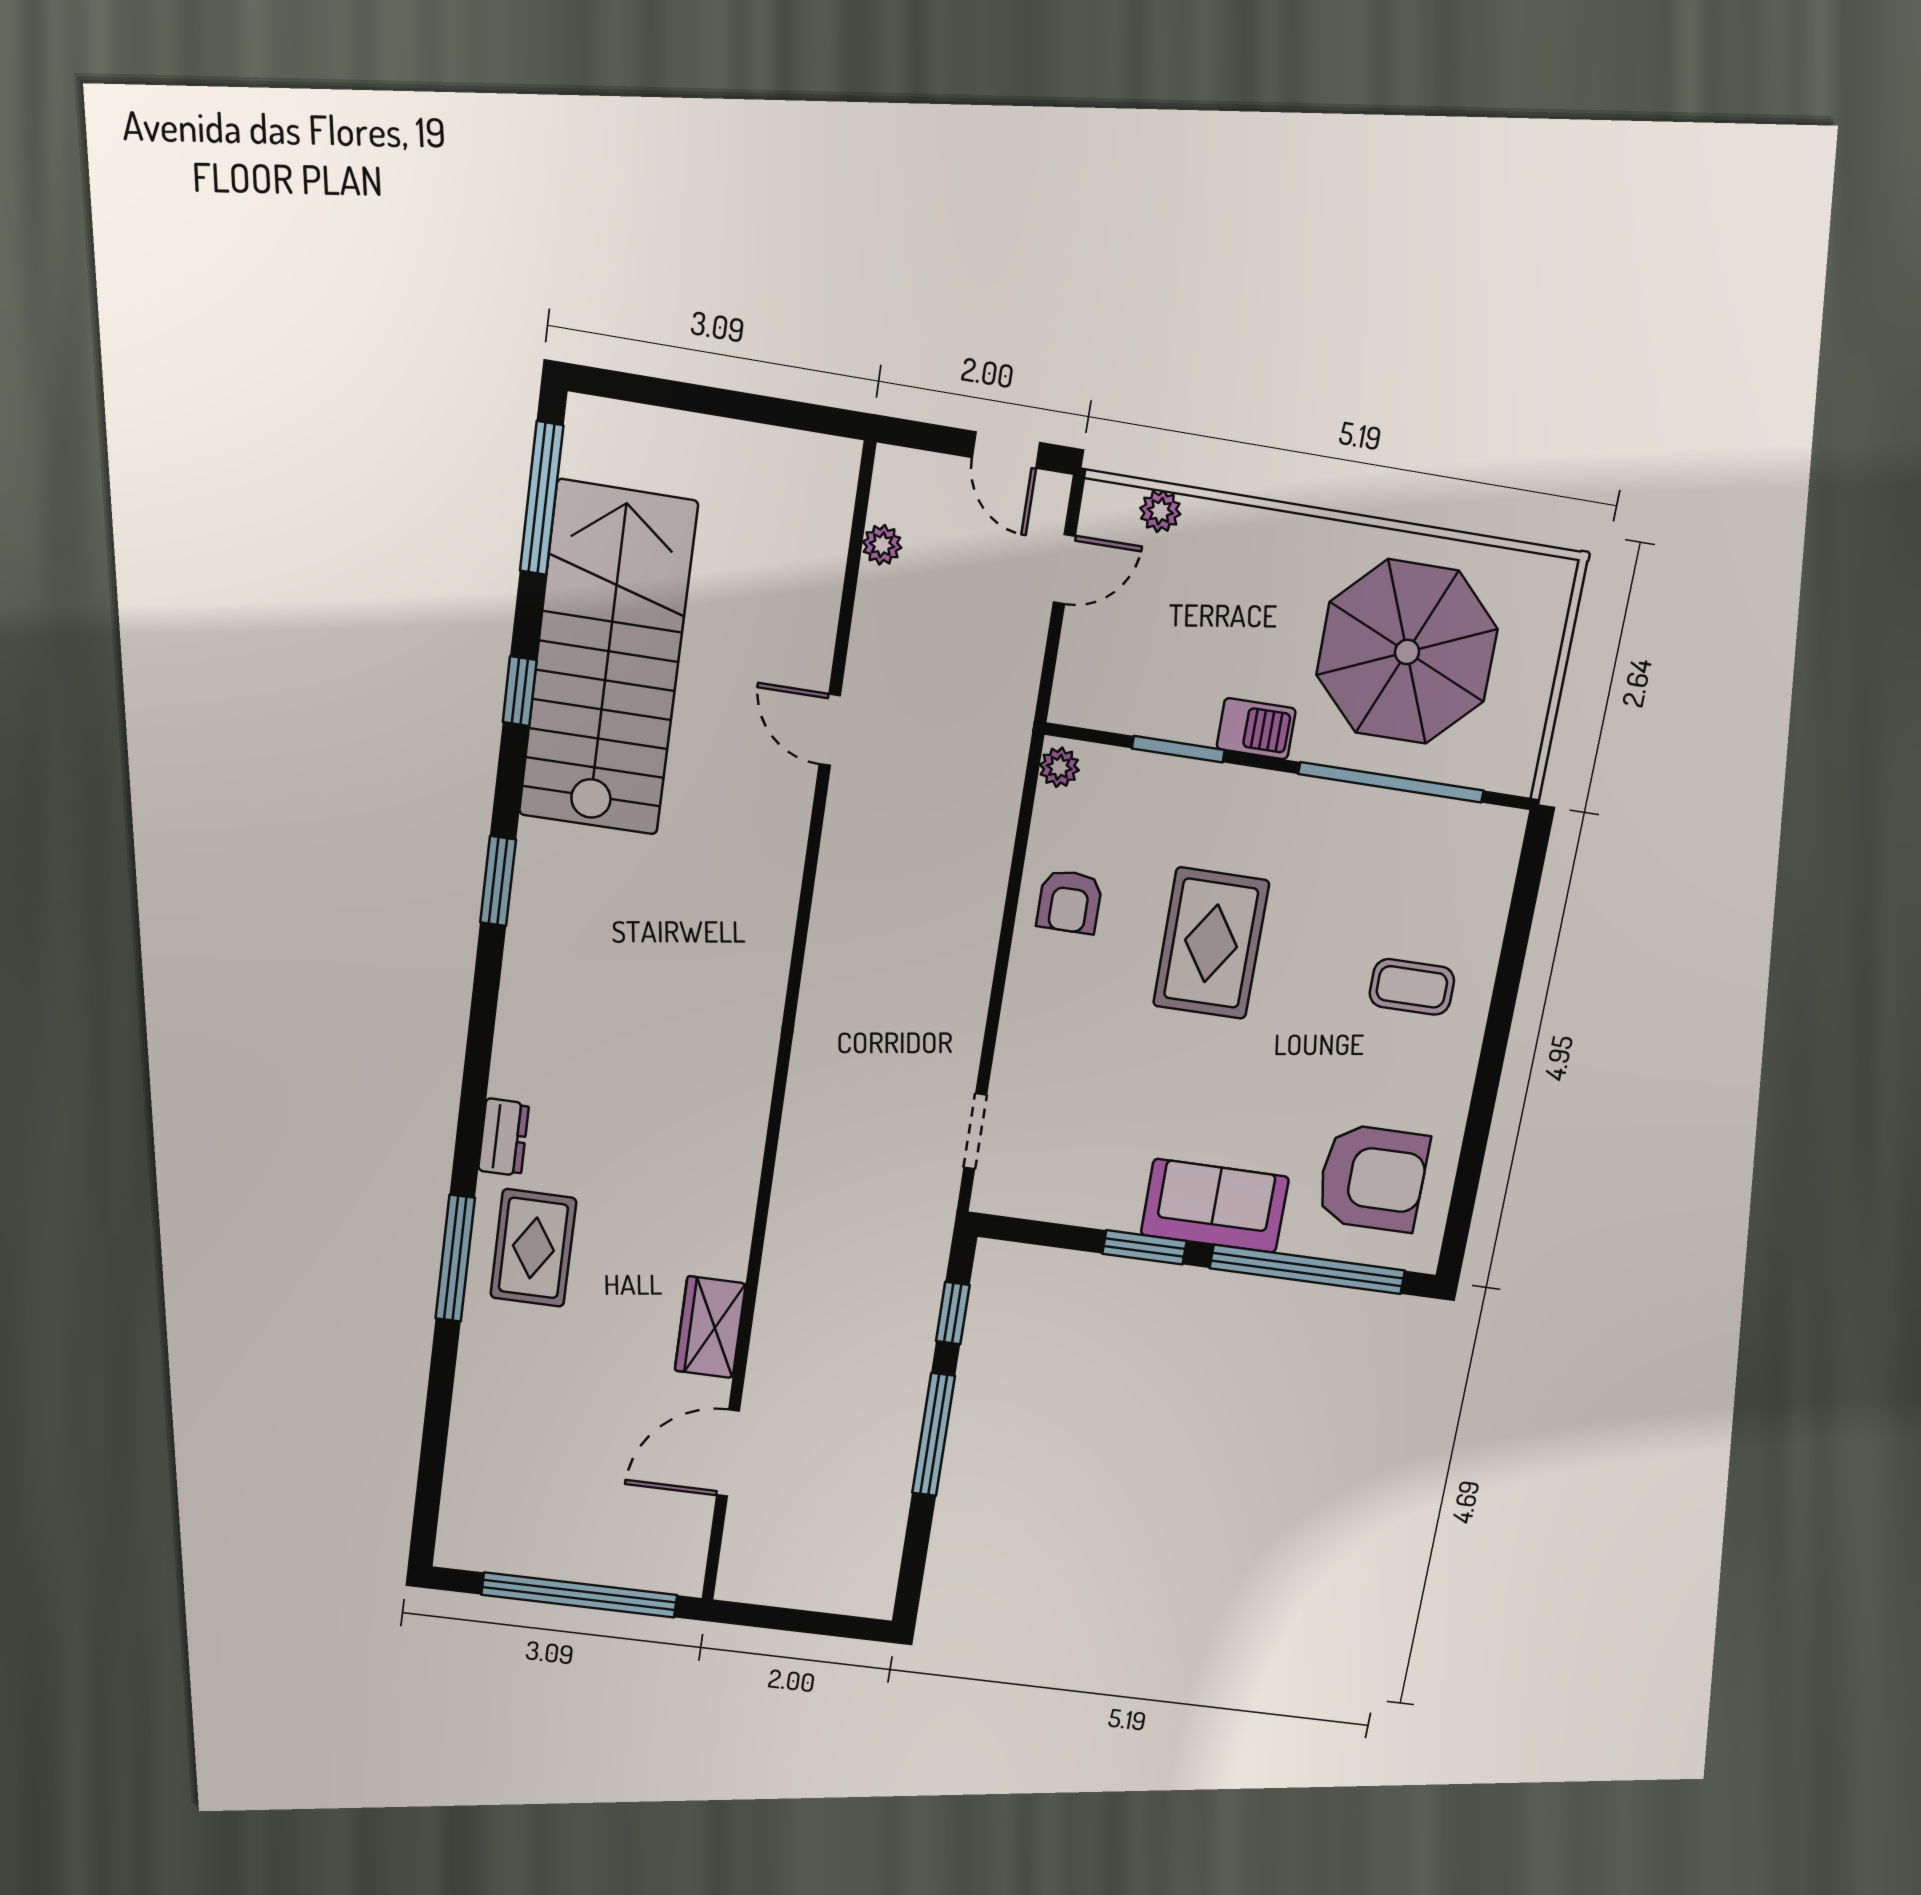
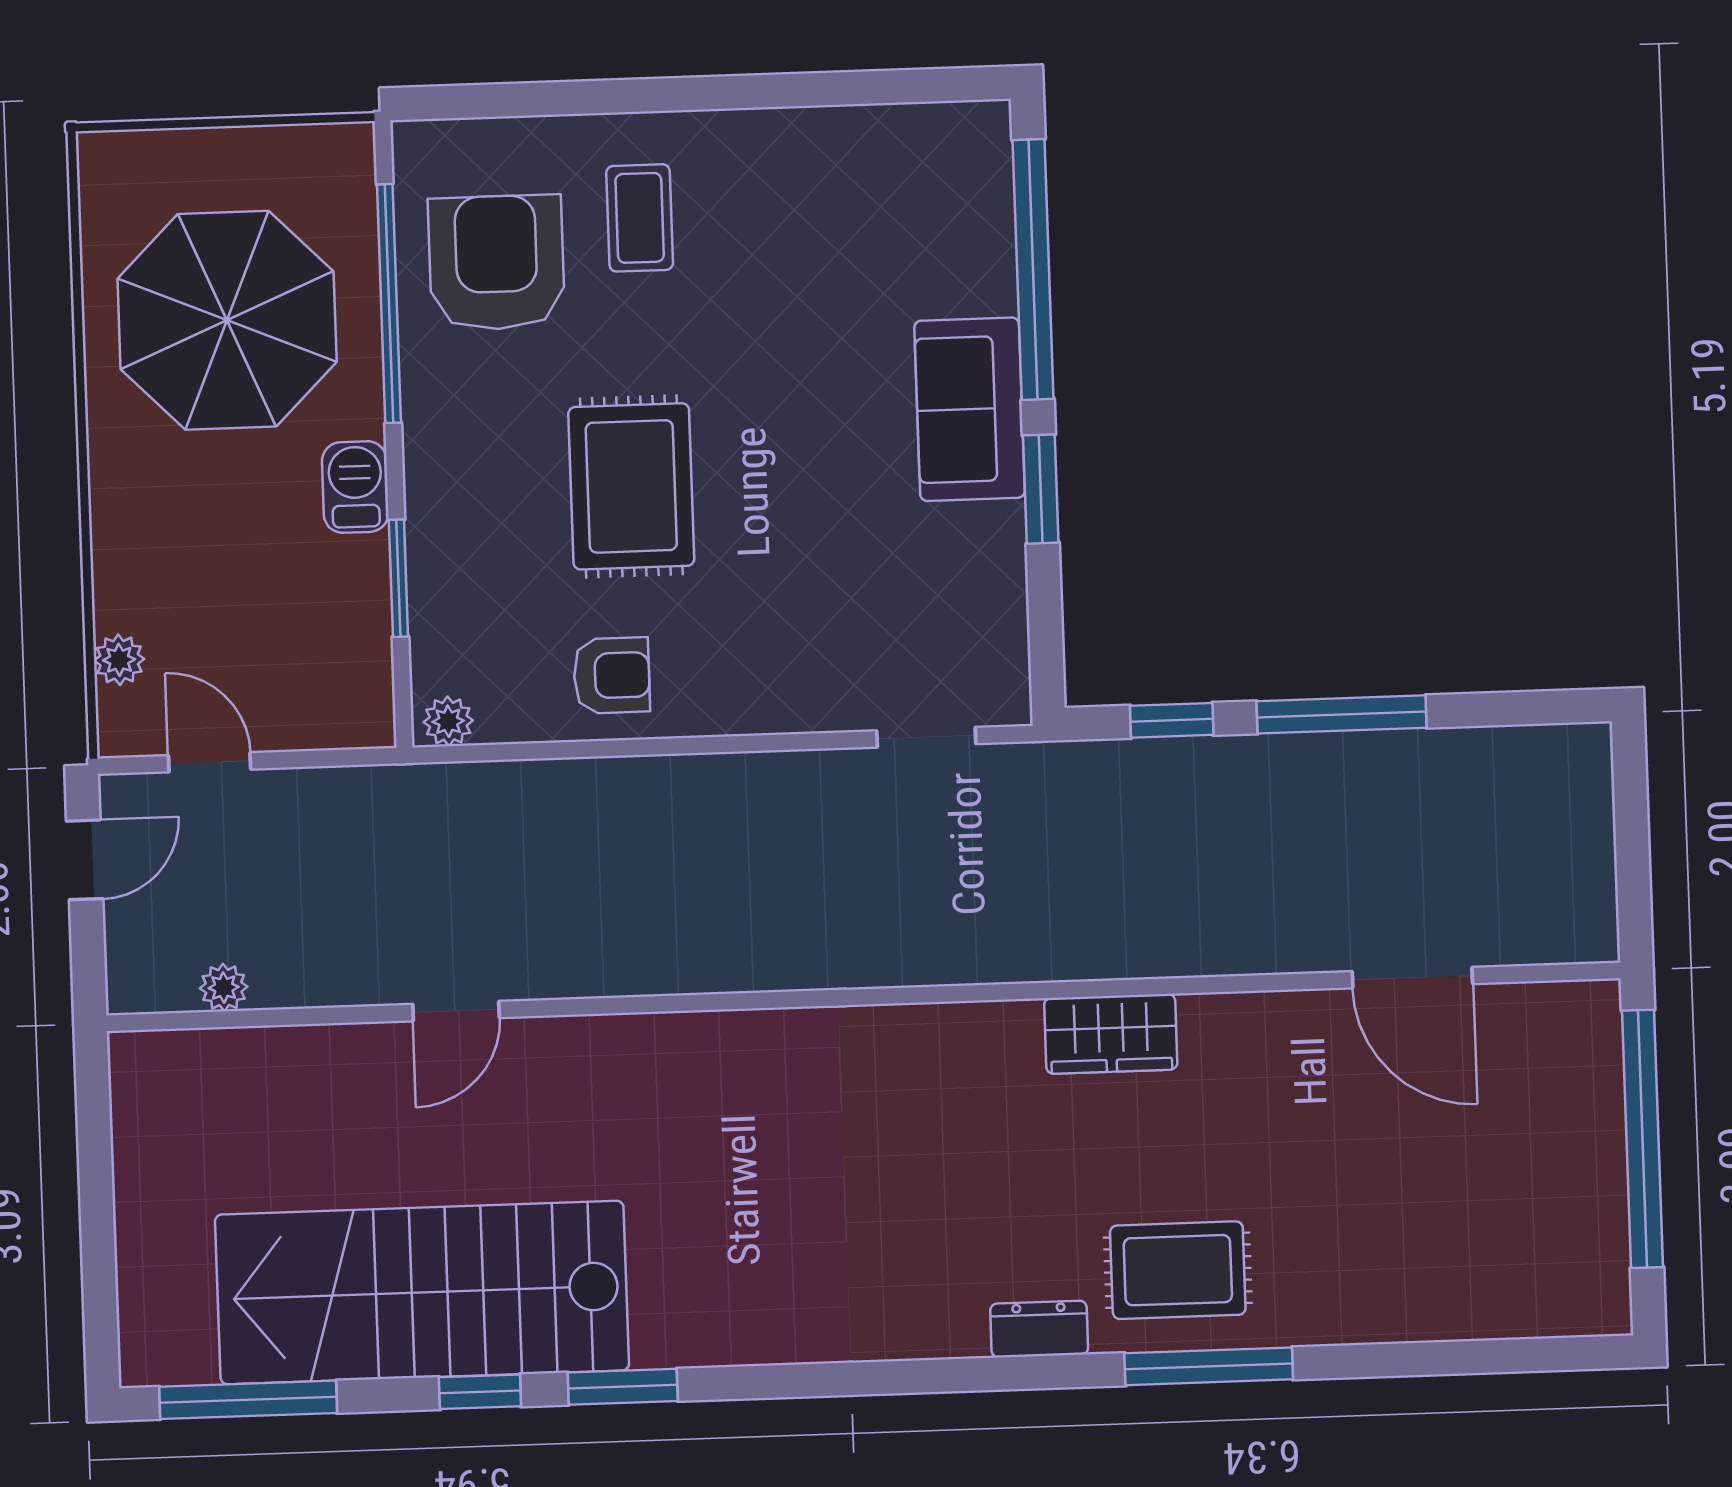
window: (498, 881) -> (623, 1387), moved
rug: (1211, 943) -> (631, 486), turned 90
armchair: (1373, 1178) -> (496, 263), moved
wardrobe: (710, 1327) -> (1111, 1034), moved

